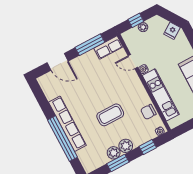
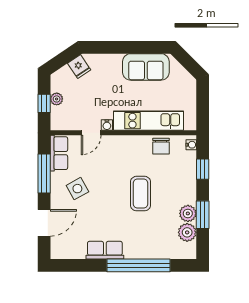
side table: (92, 72) -> (77, 189), added
row of seats: (67, 124) -> (105, 250), width x0.50
plant: (126, 146) -> (187, 232), moved

